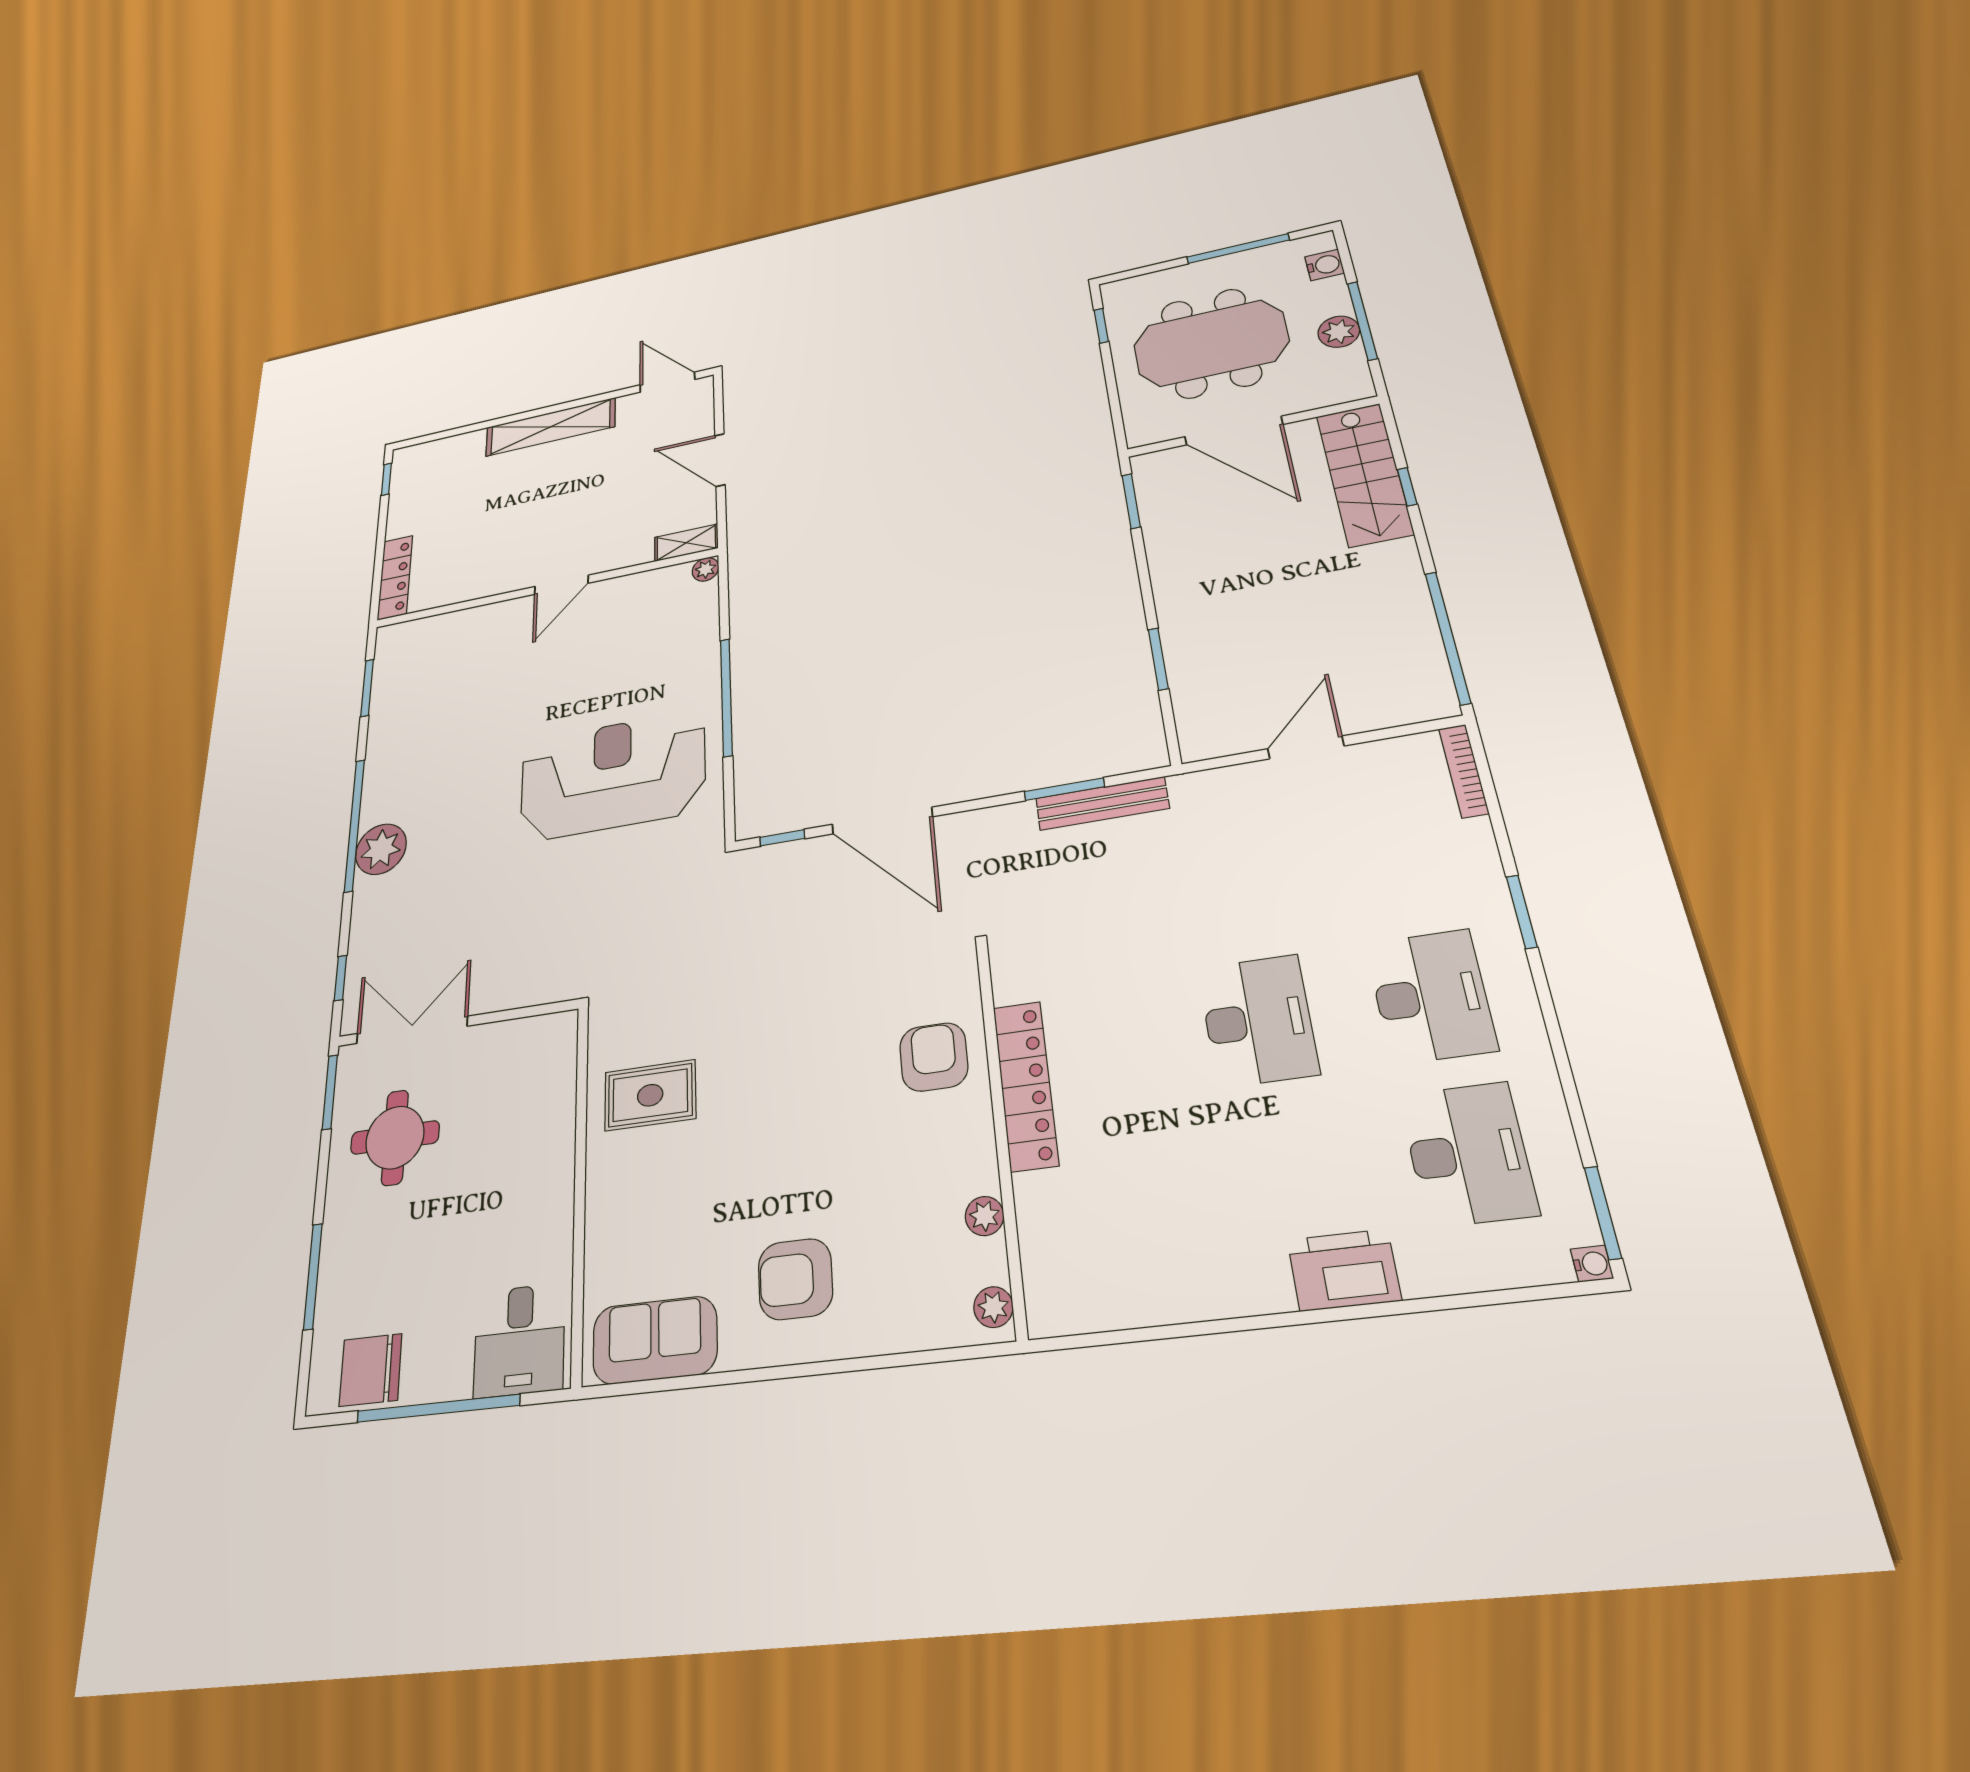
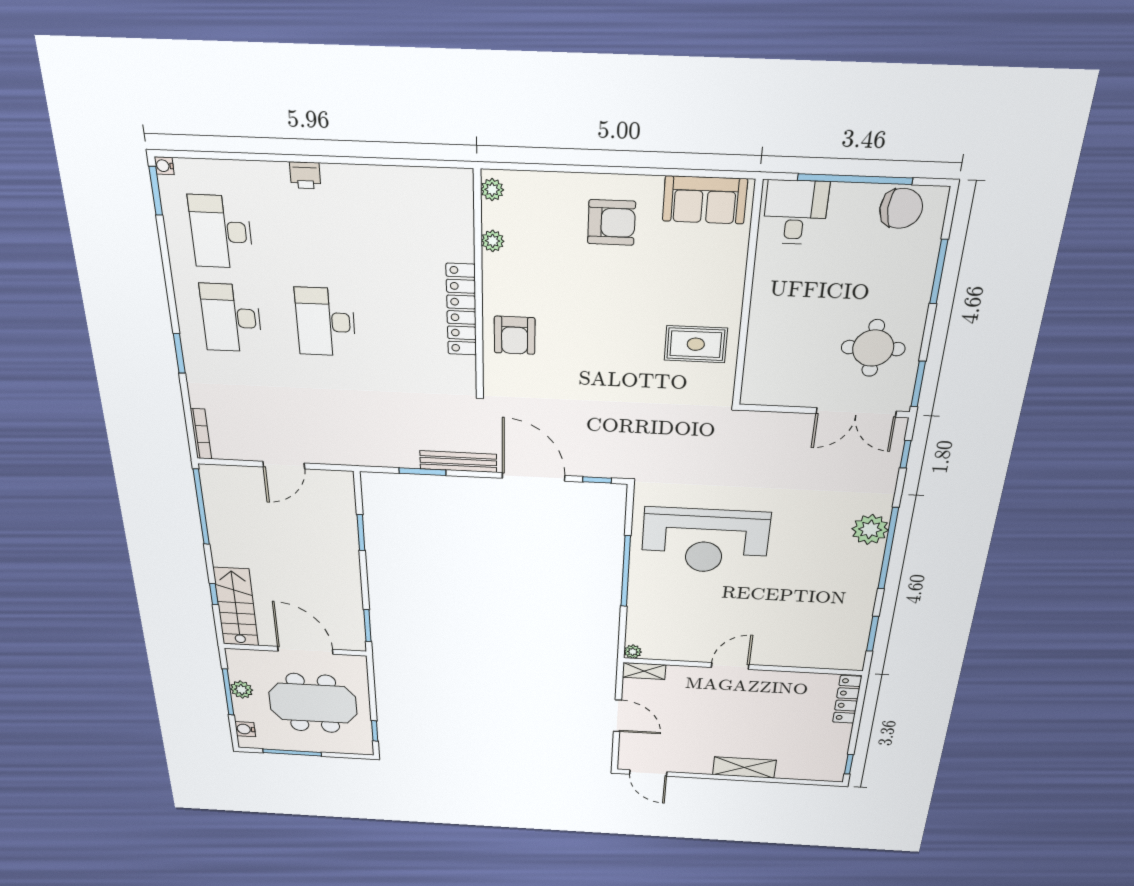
shelving: (550, 427) -> (744, 767), width x0.68
bench: (1102, 803) -> (458, 462), moved
printer: (1344, 1270) -> (305, 175), width x0.53, depth x0.68

